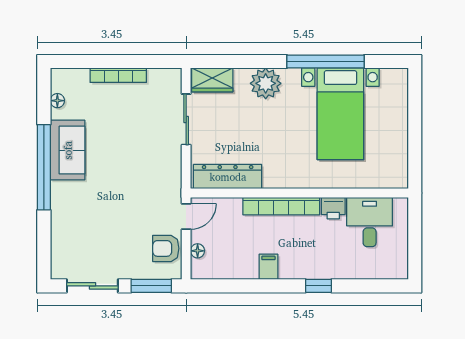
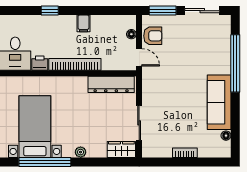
bookcase: (118, 75) -> (185, 153), width x0.64
plant: (266, 83) -> (81, 152), width x0.53, depth x0.53
sofa: (68, 150) -> (219, 102), width x1.36
window: (44, 167) -> (235, 63), moved
door: (186, 217) -> (139, 57), swing flipped

